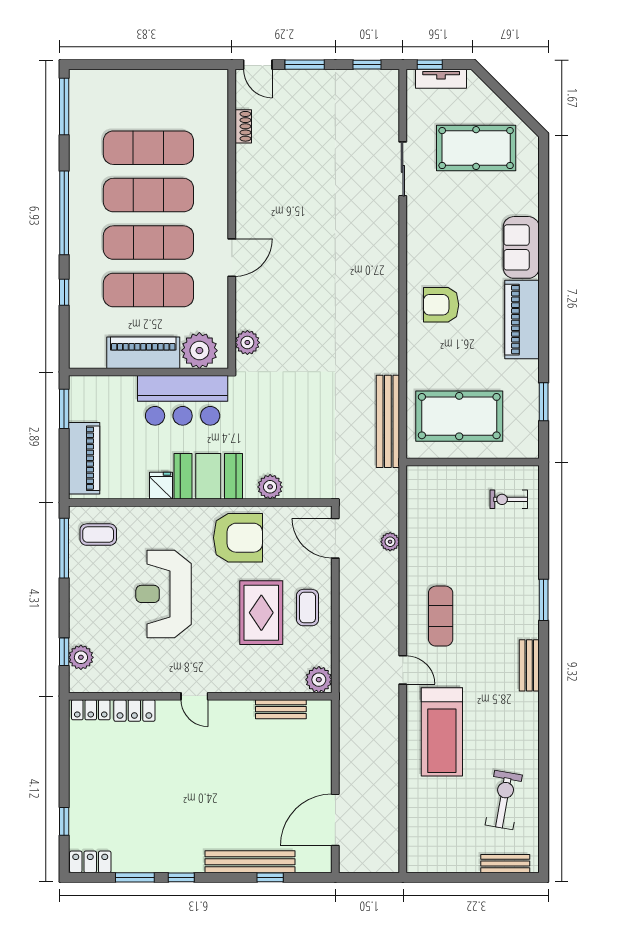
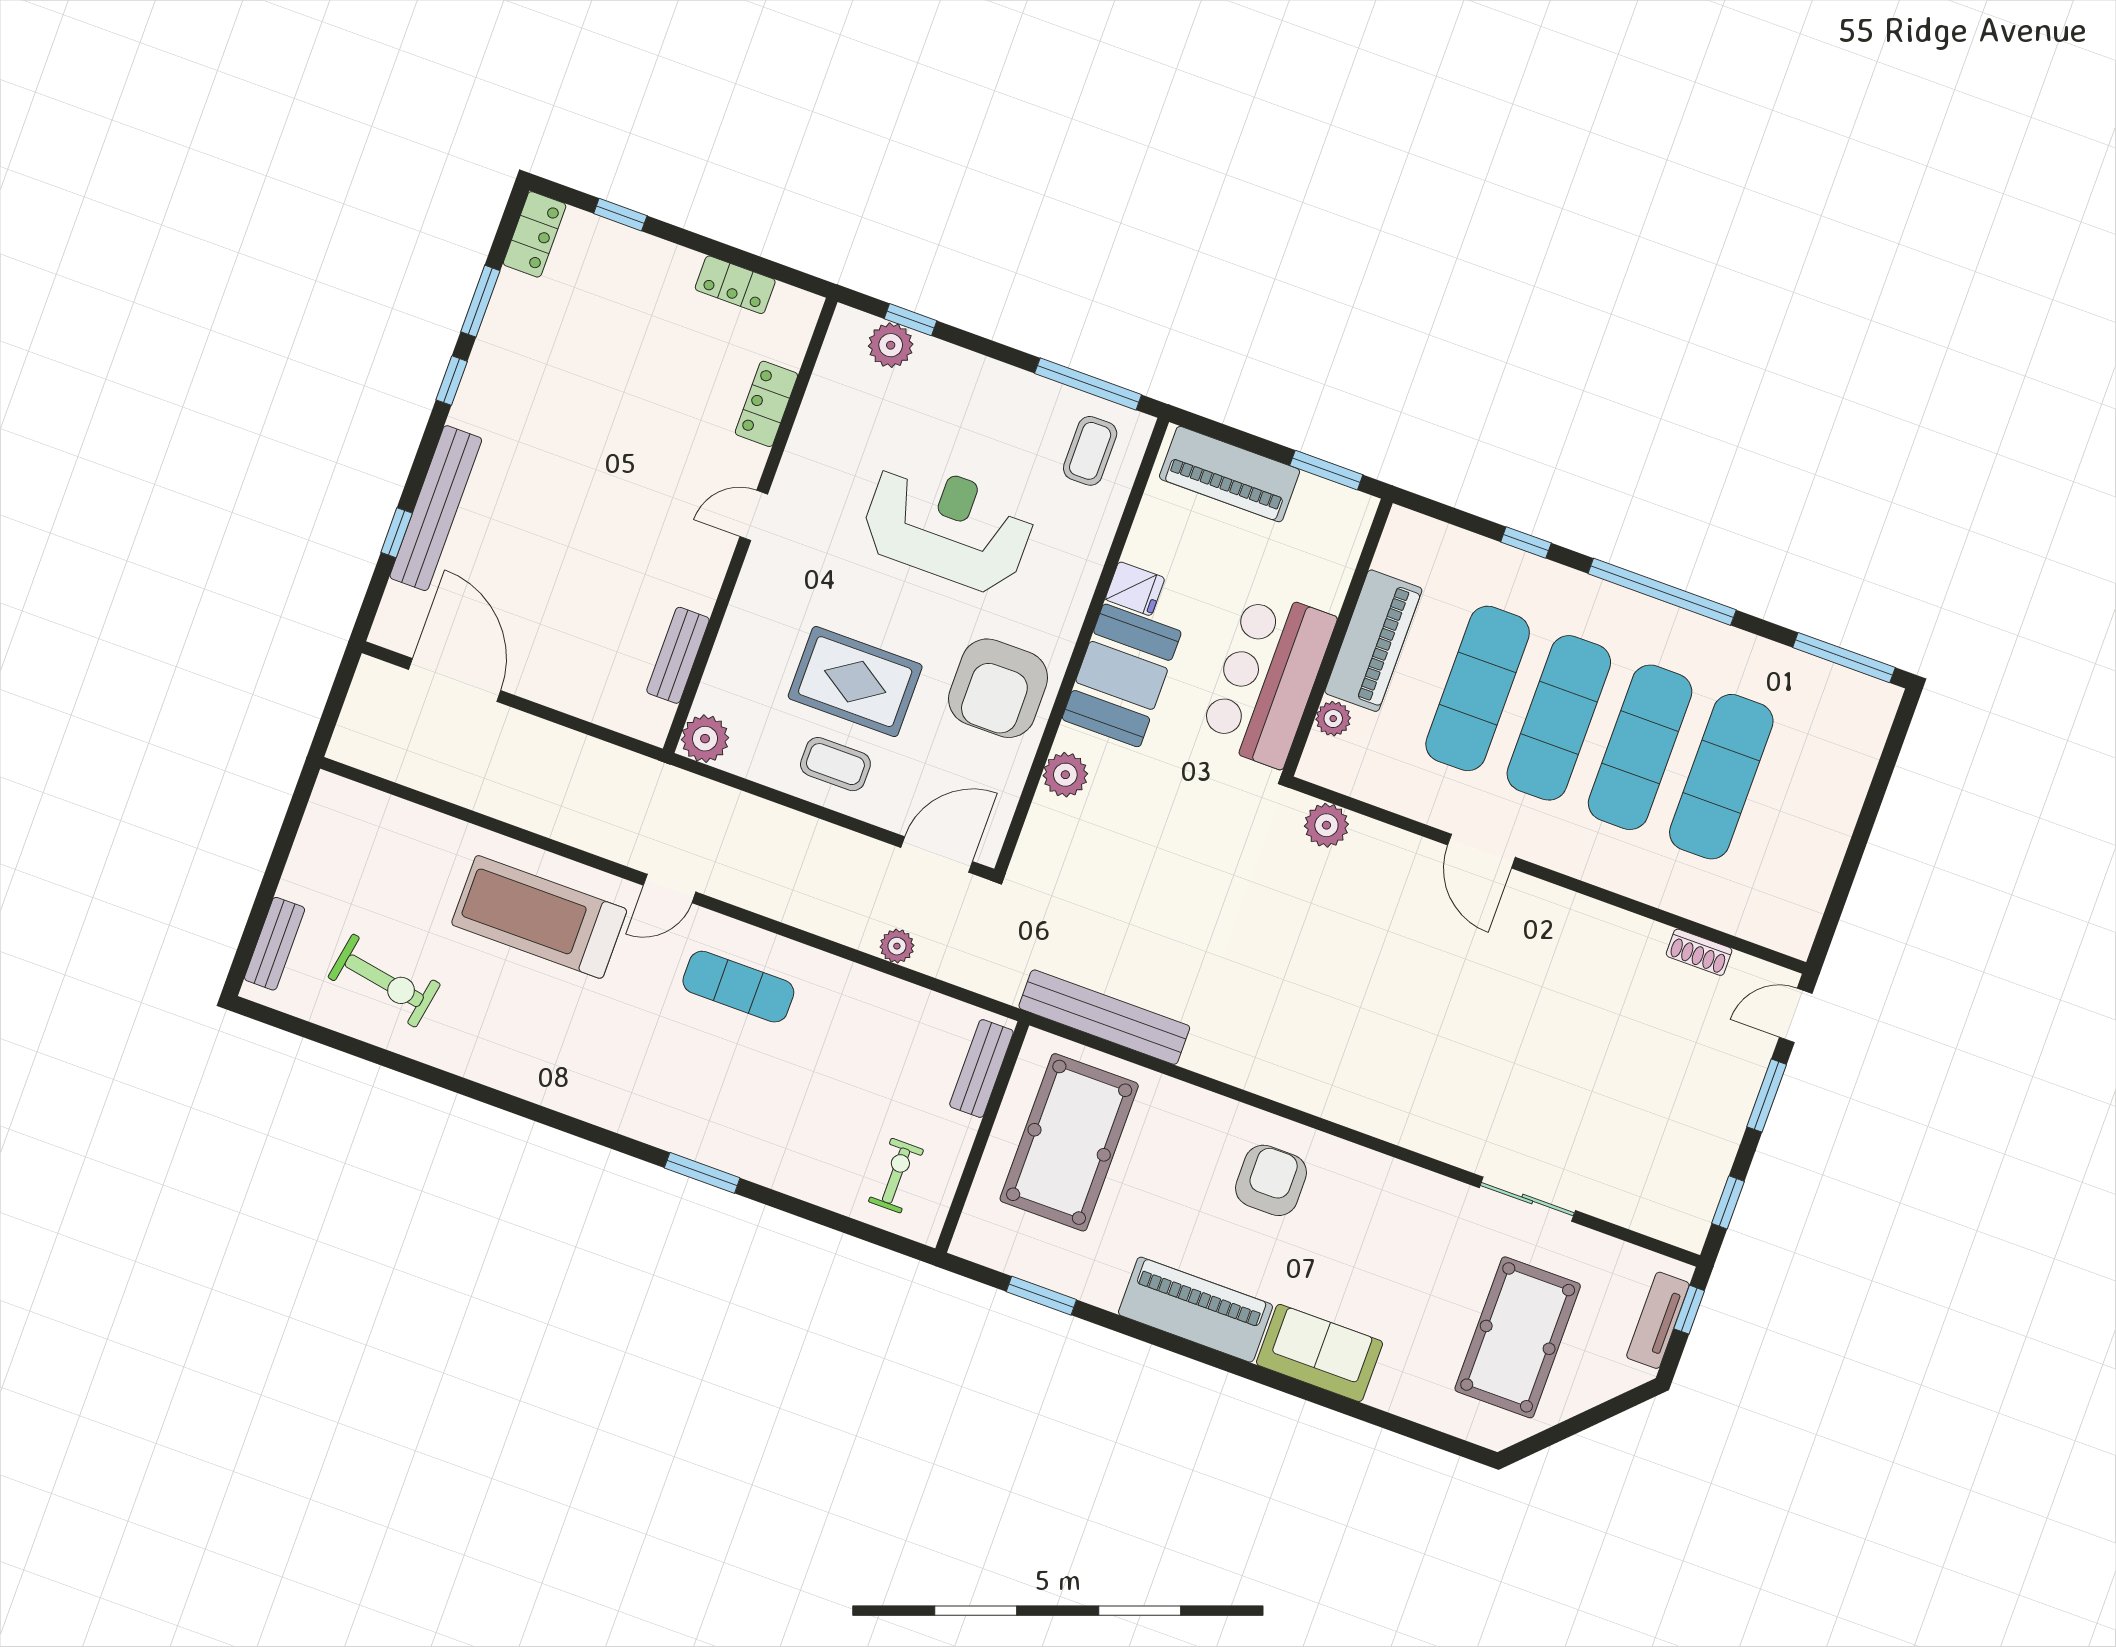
plant: (199, 351) -> (1333, 719), width x0.53, depth x0.53
bench: (529, 665) -> (981, 1068), moved, turned 90
locker: (91, 710) -> (735, 285), moved, turned -90

